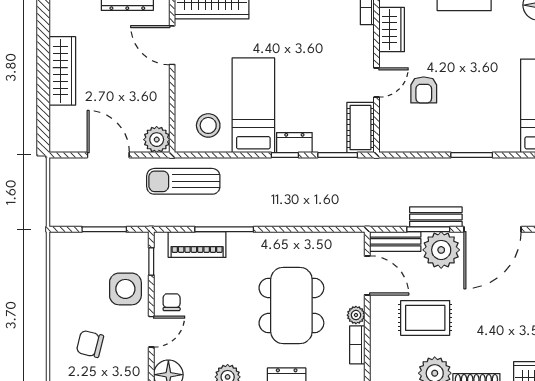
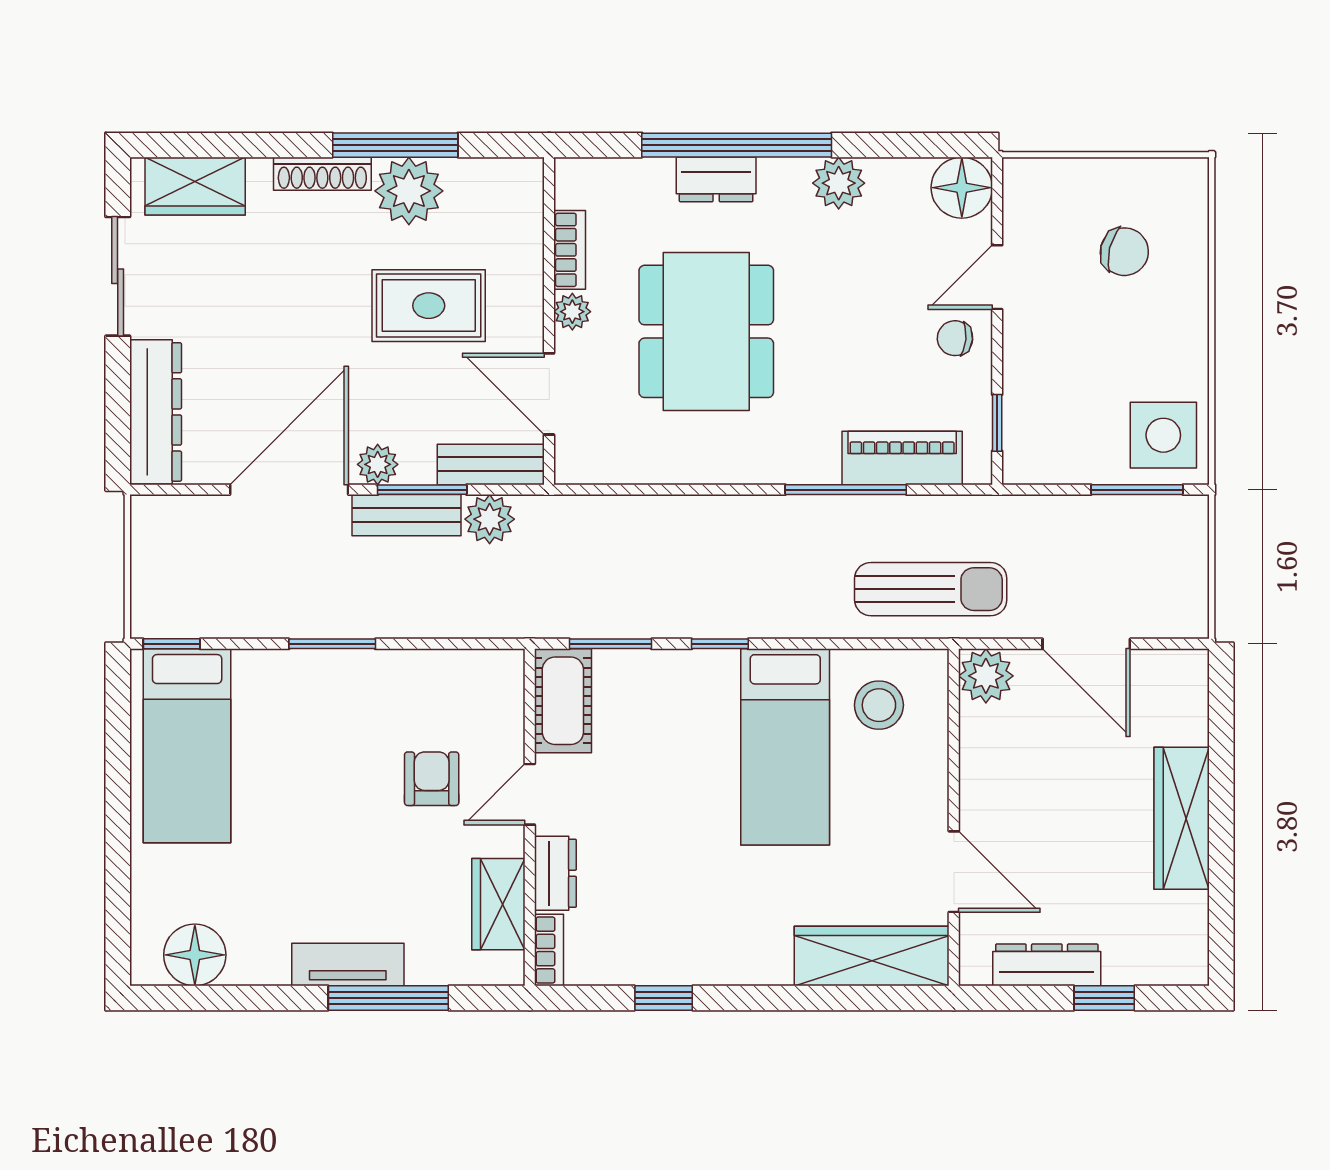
dresser: (294, 143) -> (555, 873), moved, turned -90
plant: (396, 215) -> (490, 519), added
window: (104, 229) -> (1137, 490), moved
plant: (441, 250) -> (378, 464), width x0.53, depth x0.53
side table: (125, 289) -> (1163, 435), moved
chair: (172, 302) -> (955, 338), turned 95

